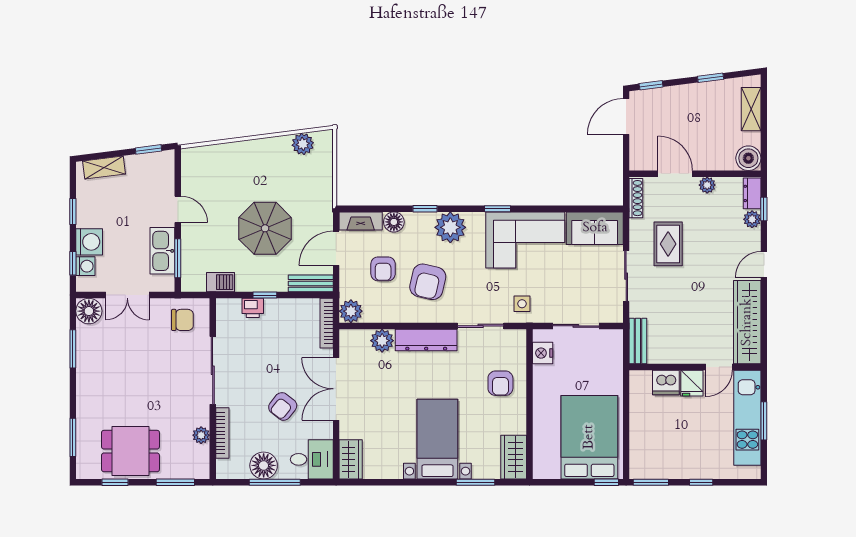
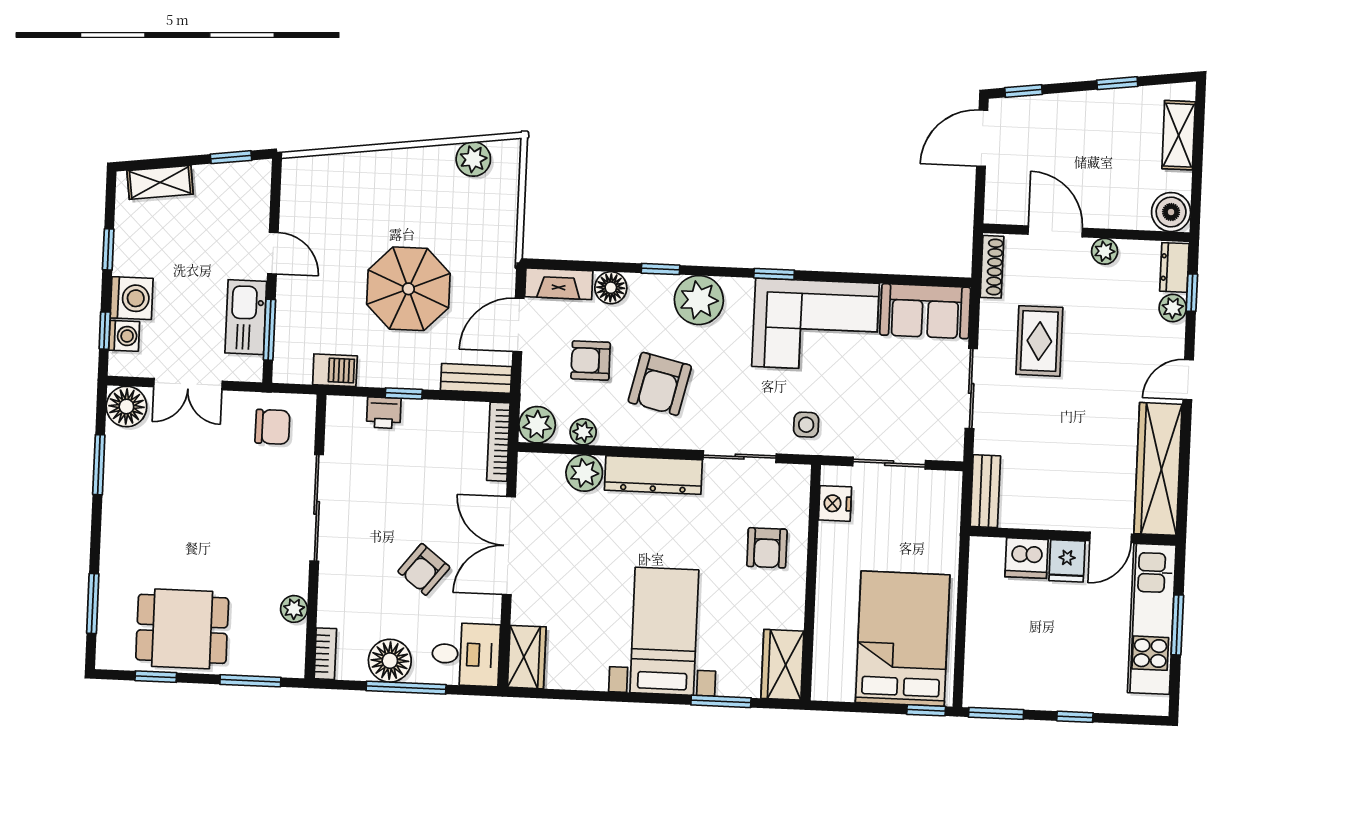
armchair: (383, 269) -> (591, 361), turned 90
plant: (380, 315) -> (583, 432), added
bookcase: (222, 433) -> (325, 654), moved, width x0.64

